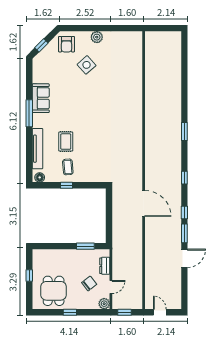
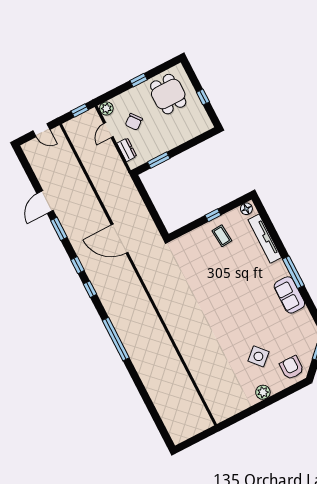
window: (184, 131) -> (116, 339), width x2.11
rug: (66, 142) -> (238, 262), removed
window: (184, 213) -> (78, 265), moved

